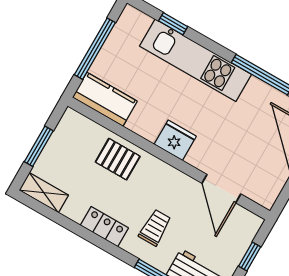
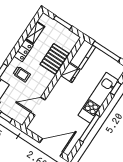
fridge: (175, 140) -> (70, 73), moved
pallet: (118, 159) -> (54, 59), width x1.50, depth x1.42
shelving: (44, 193) -> (35, 33), moved

